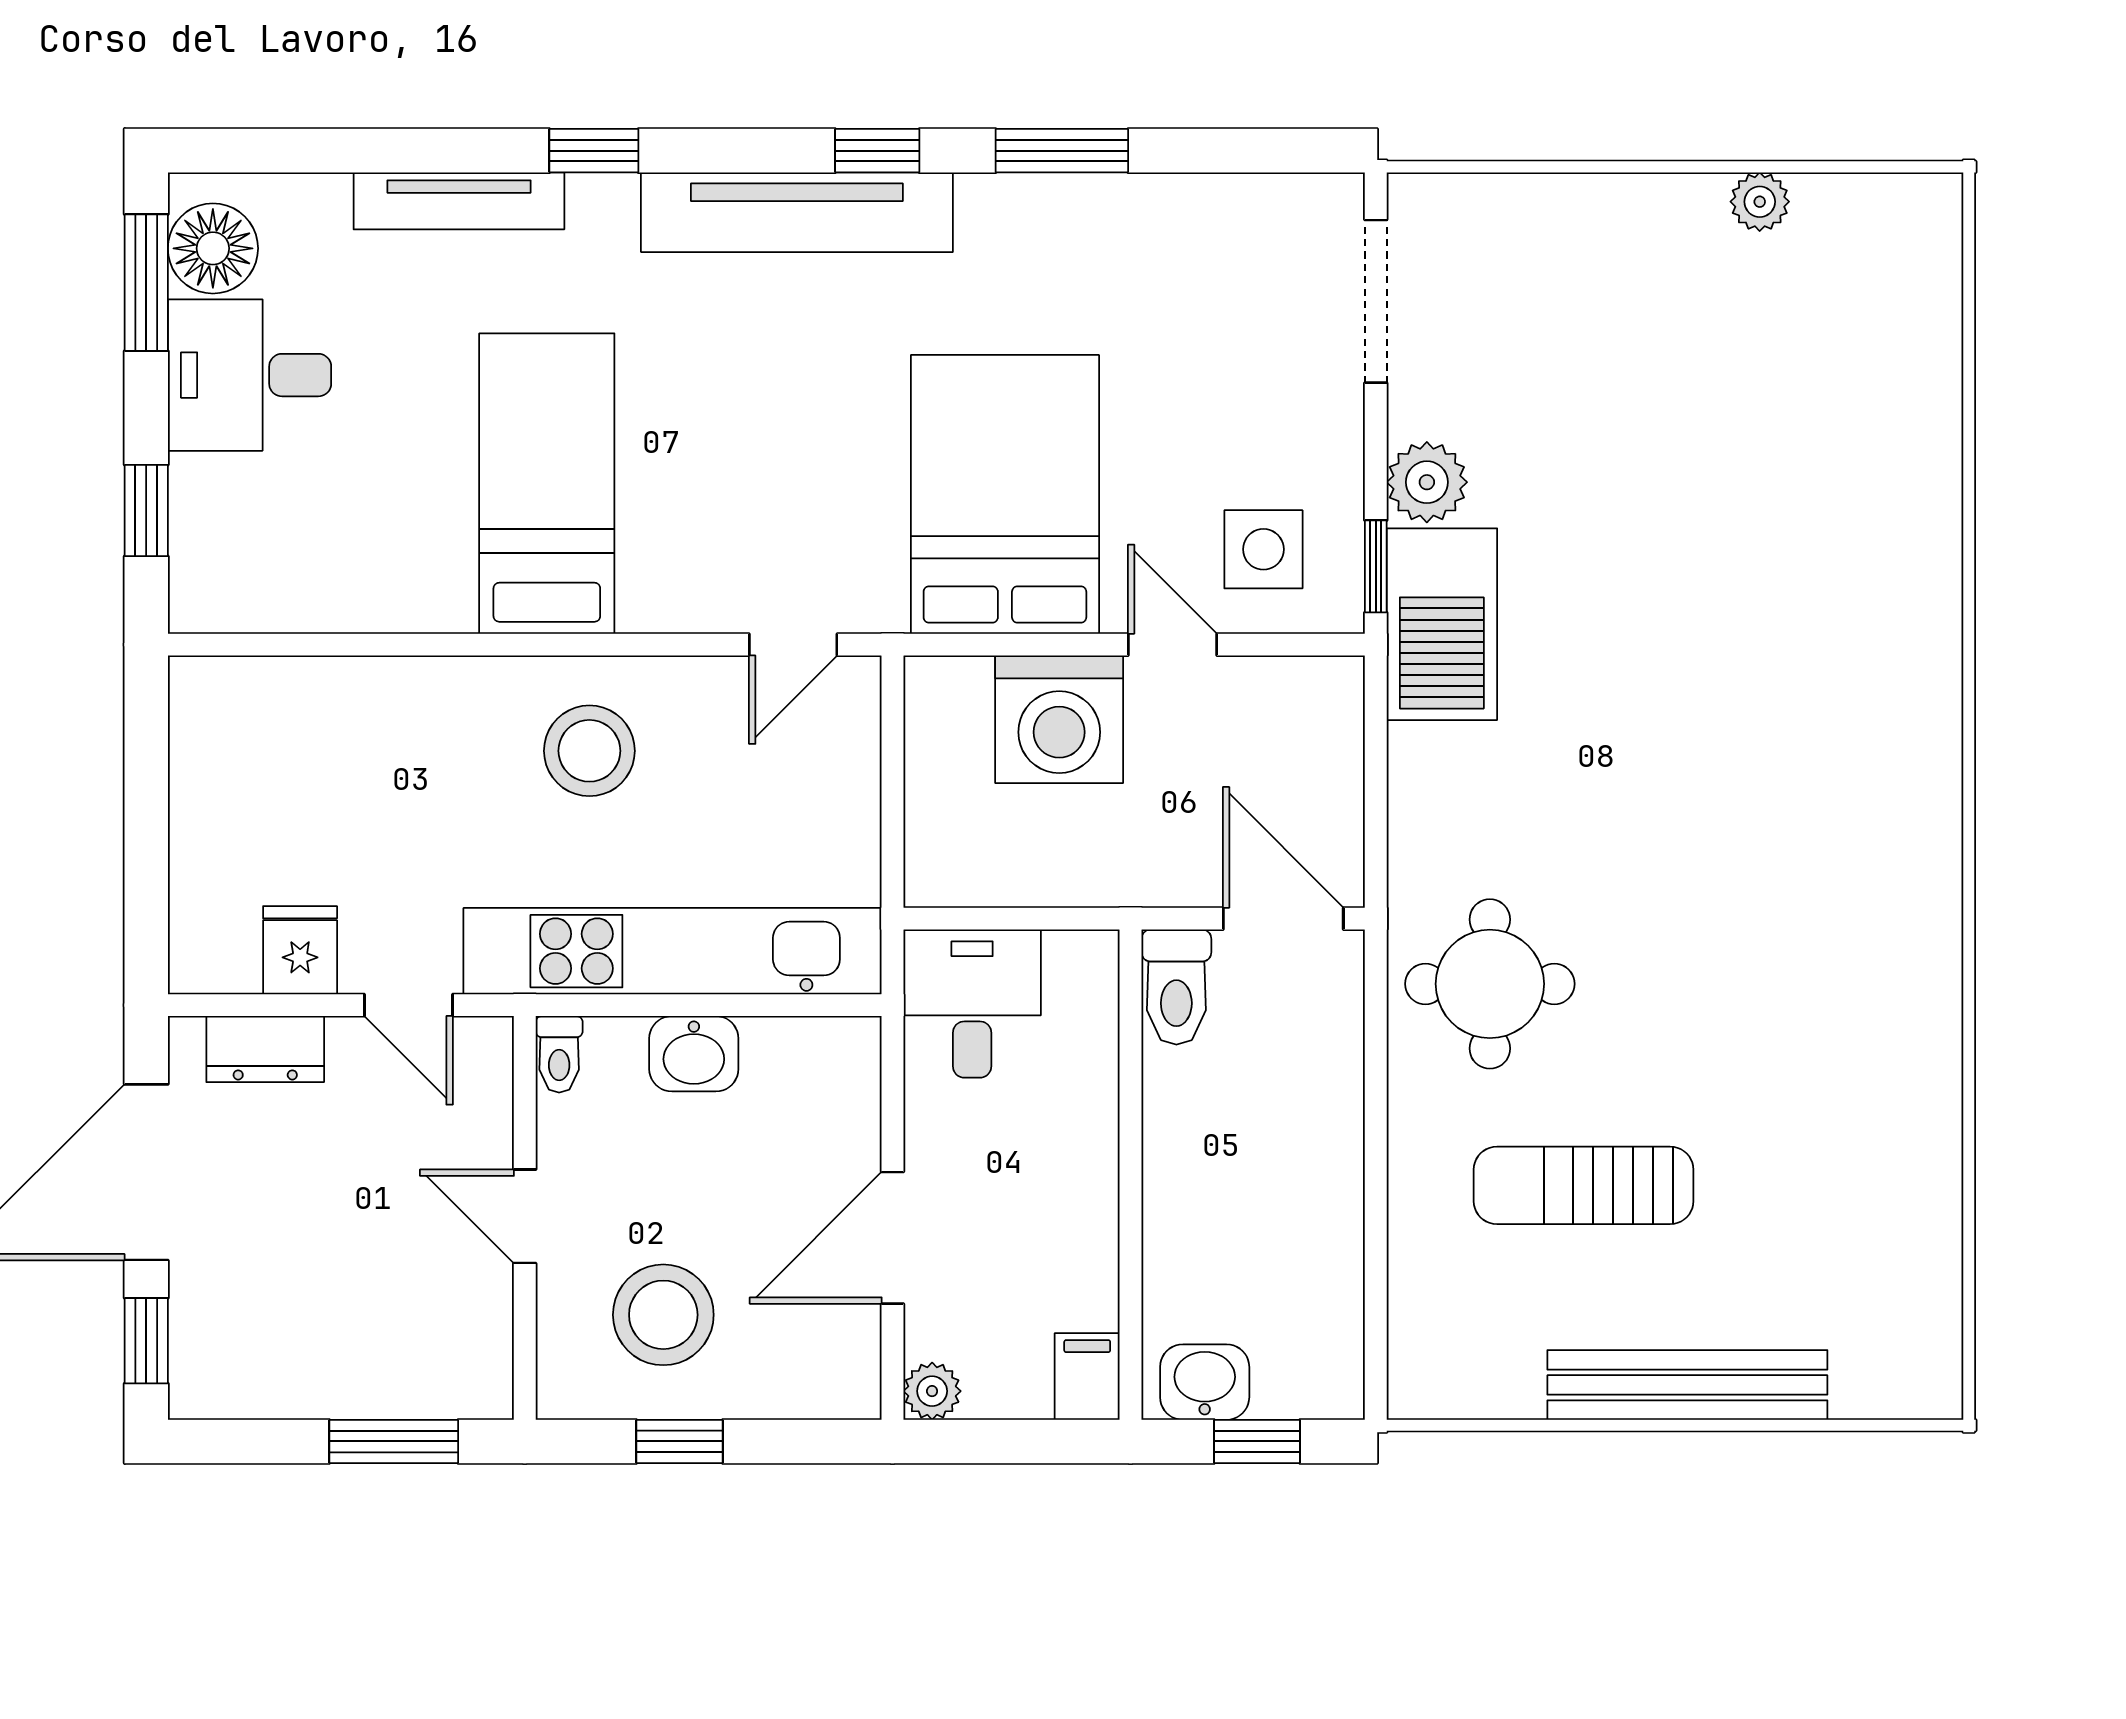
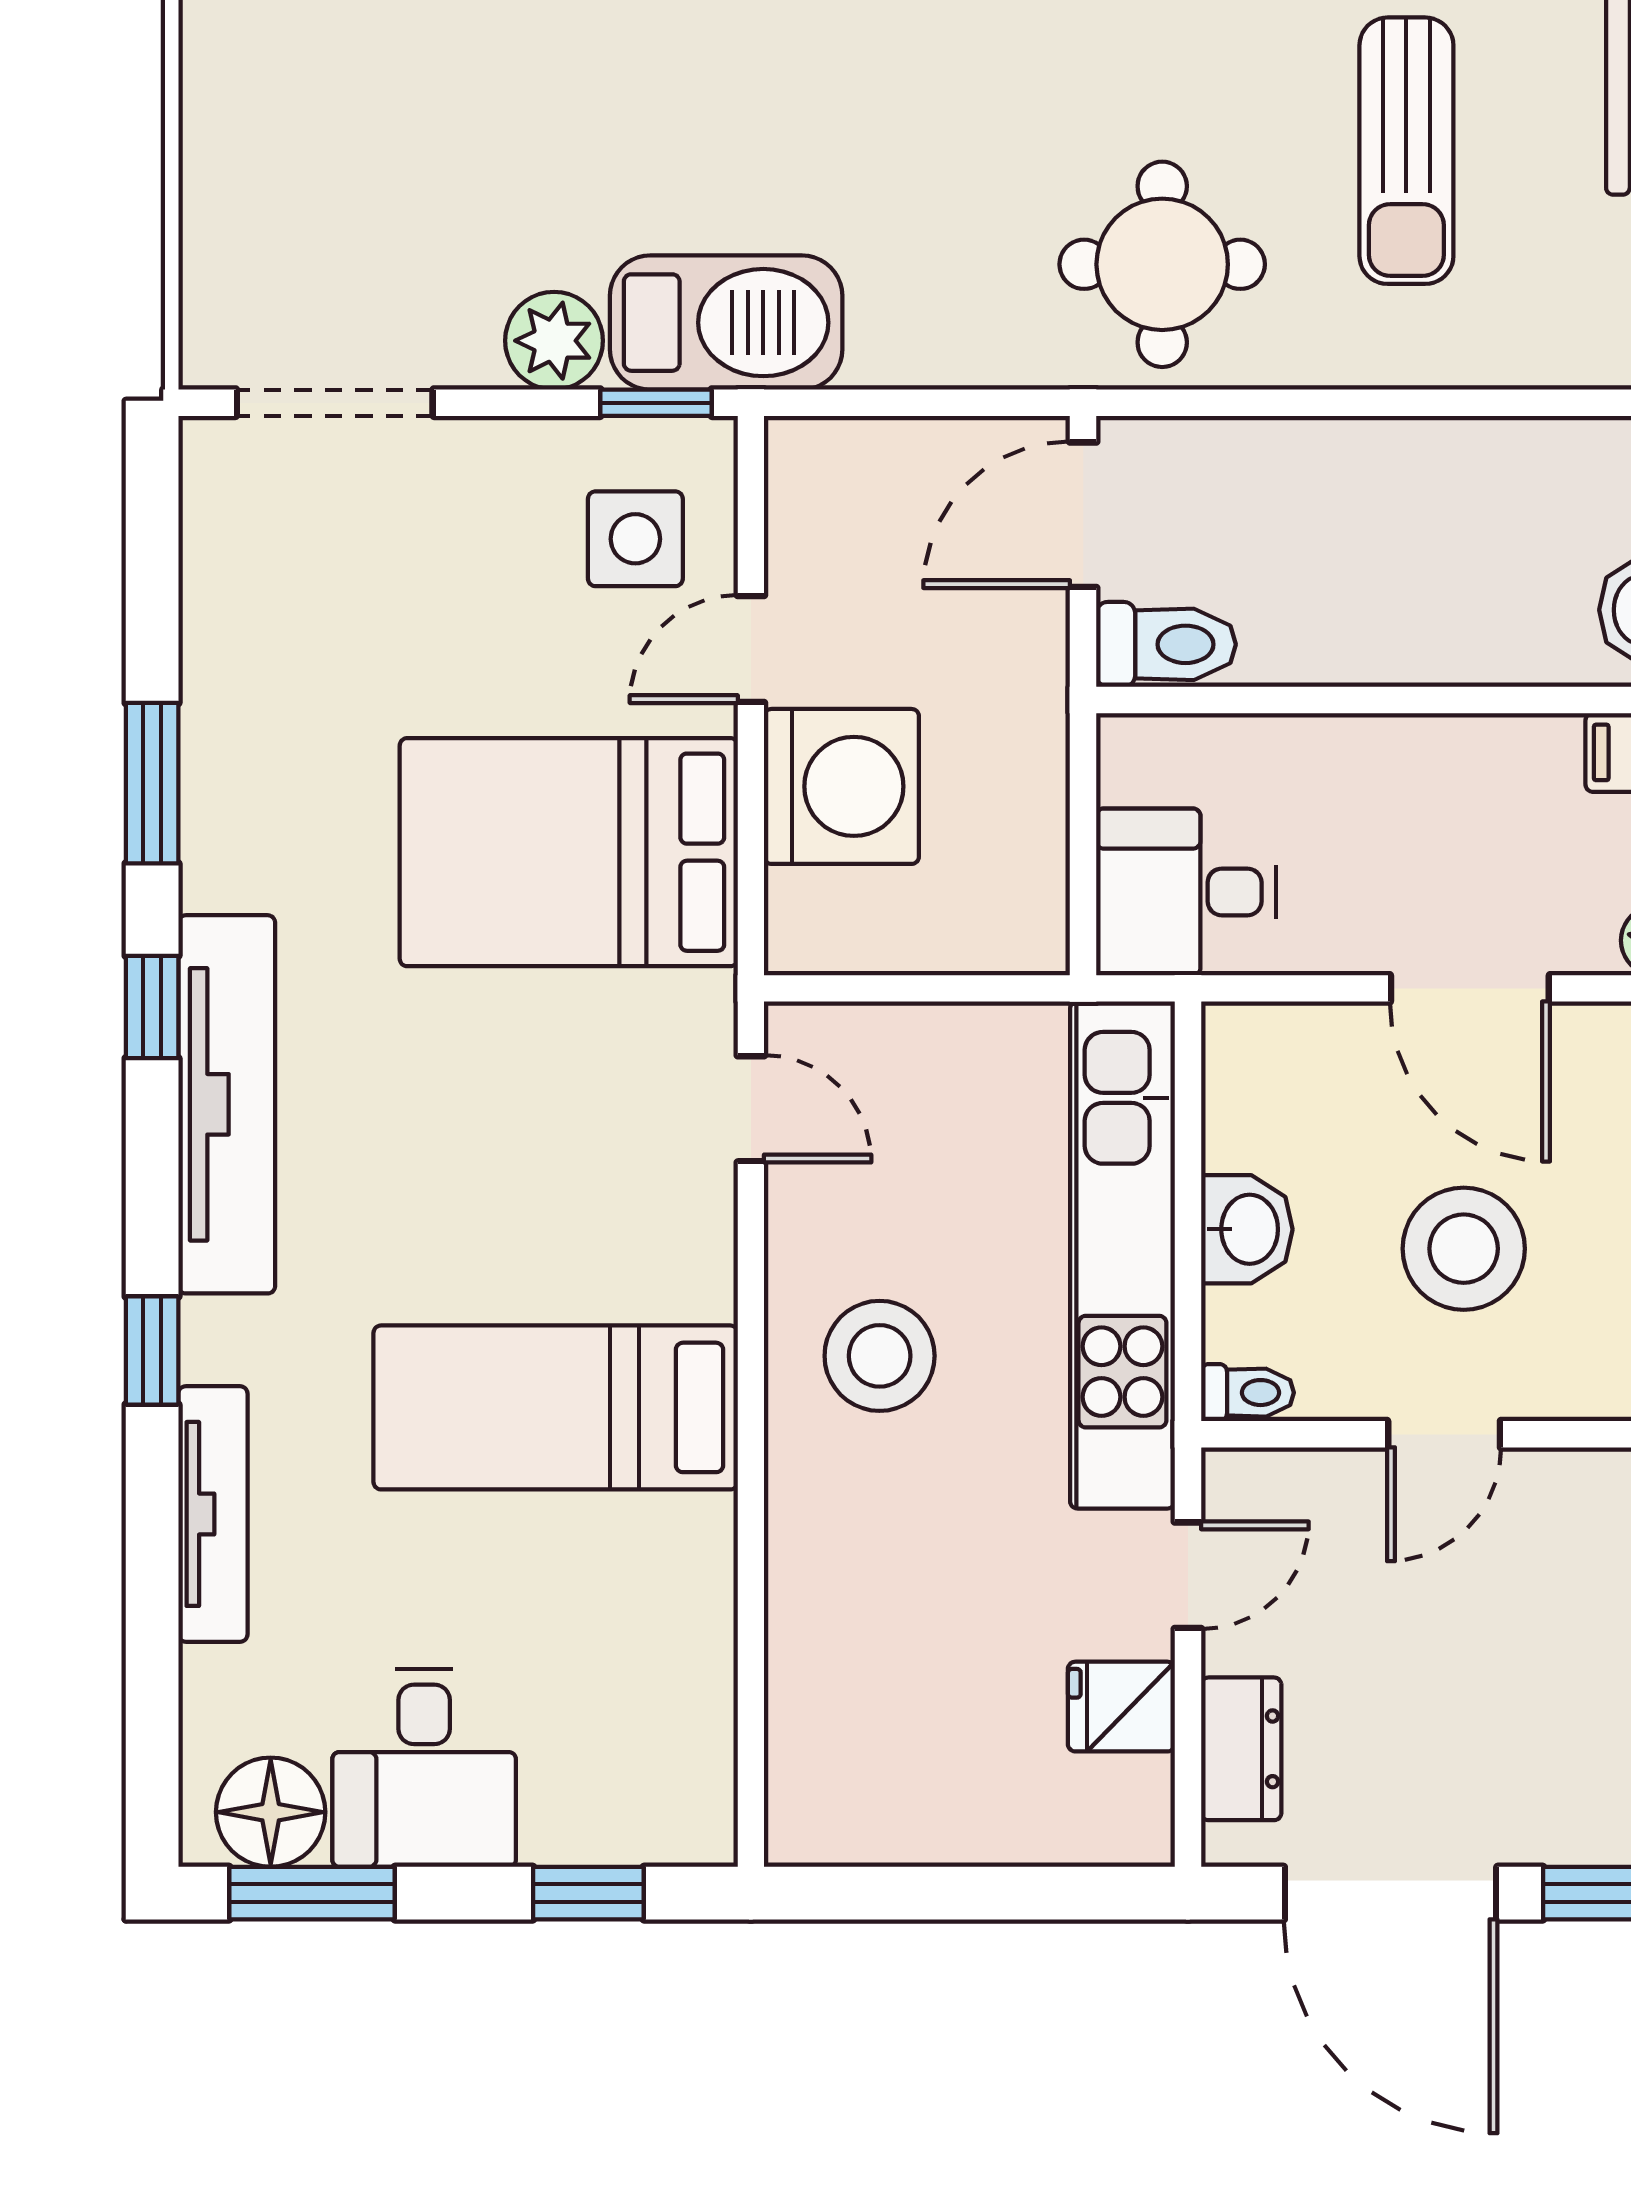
stool: (663, 1315) -> (1464, 1249), moved

